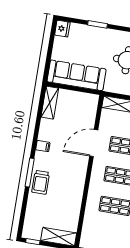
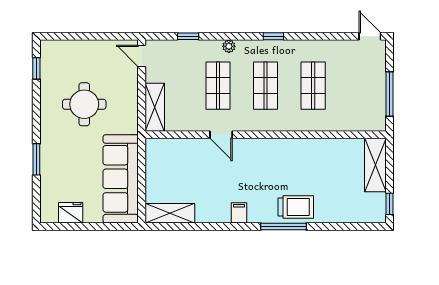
fridge: (62, 29) -> (71, 213), moved
door: (94, 143) -> (221, 135), width x0.53

